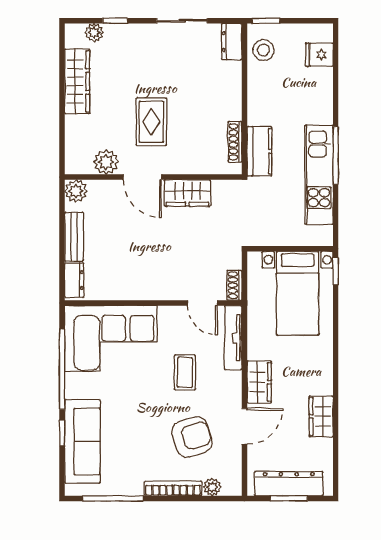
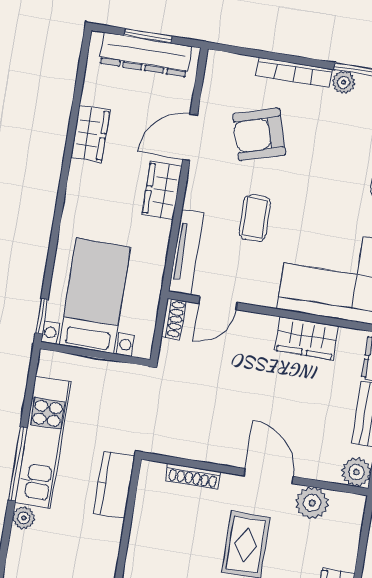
plant: (324, 115) -> (24, 518), added
shoe rack: (235, 142) -> (193, 476), moved, turned 90
wardrobe: (187, 193) -> (306, 338), moved, turned 180
door: (202, 303) -> (218, 303), swing flipped
plant: (212, 487) -> (344, 82), moved

